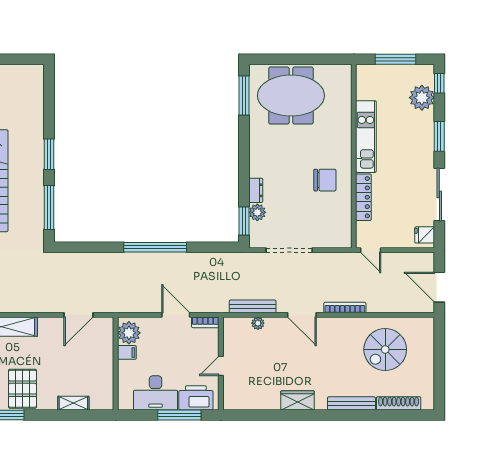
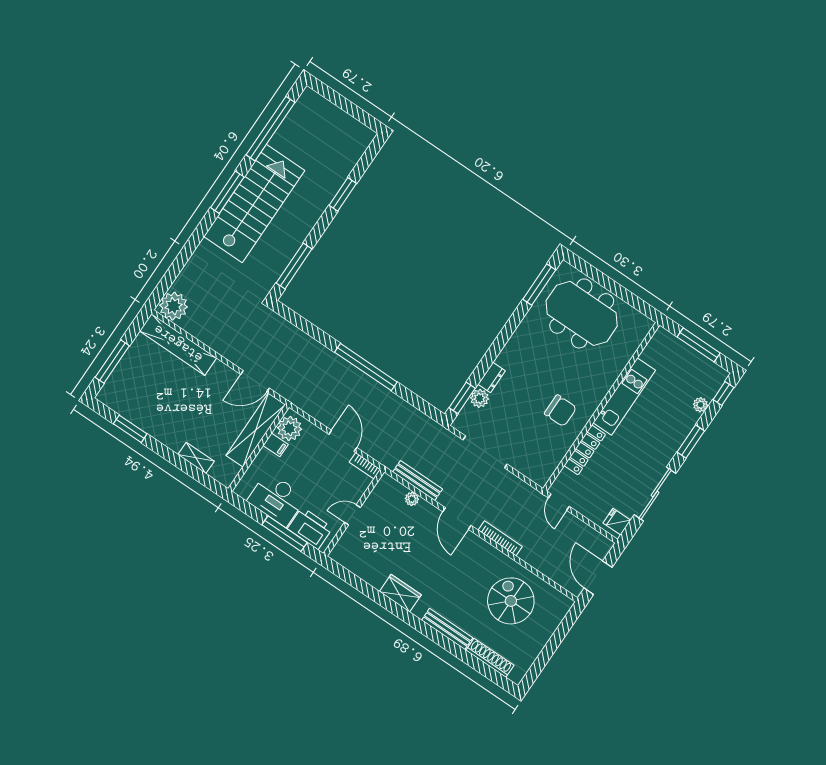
plant: (422, 98) -> (700, 405), width x0.53, depth x0.53
window: (49, 154) -> (343, 194), moved
spiral stairs: (385, 349) -> (511, 601), turned 90
shelving: (104, 351) -> (256, 430), added
pallet: (23, 389) -> (159, 414), removed

